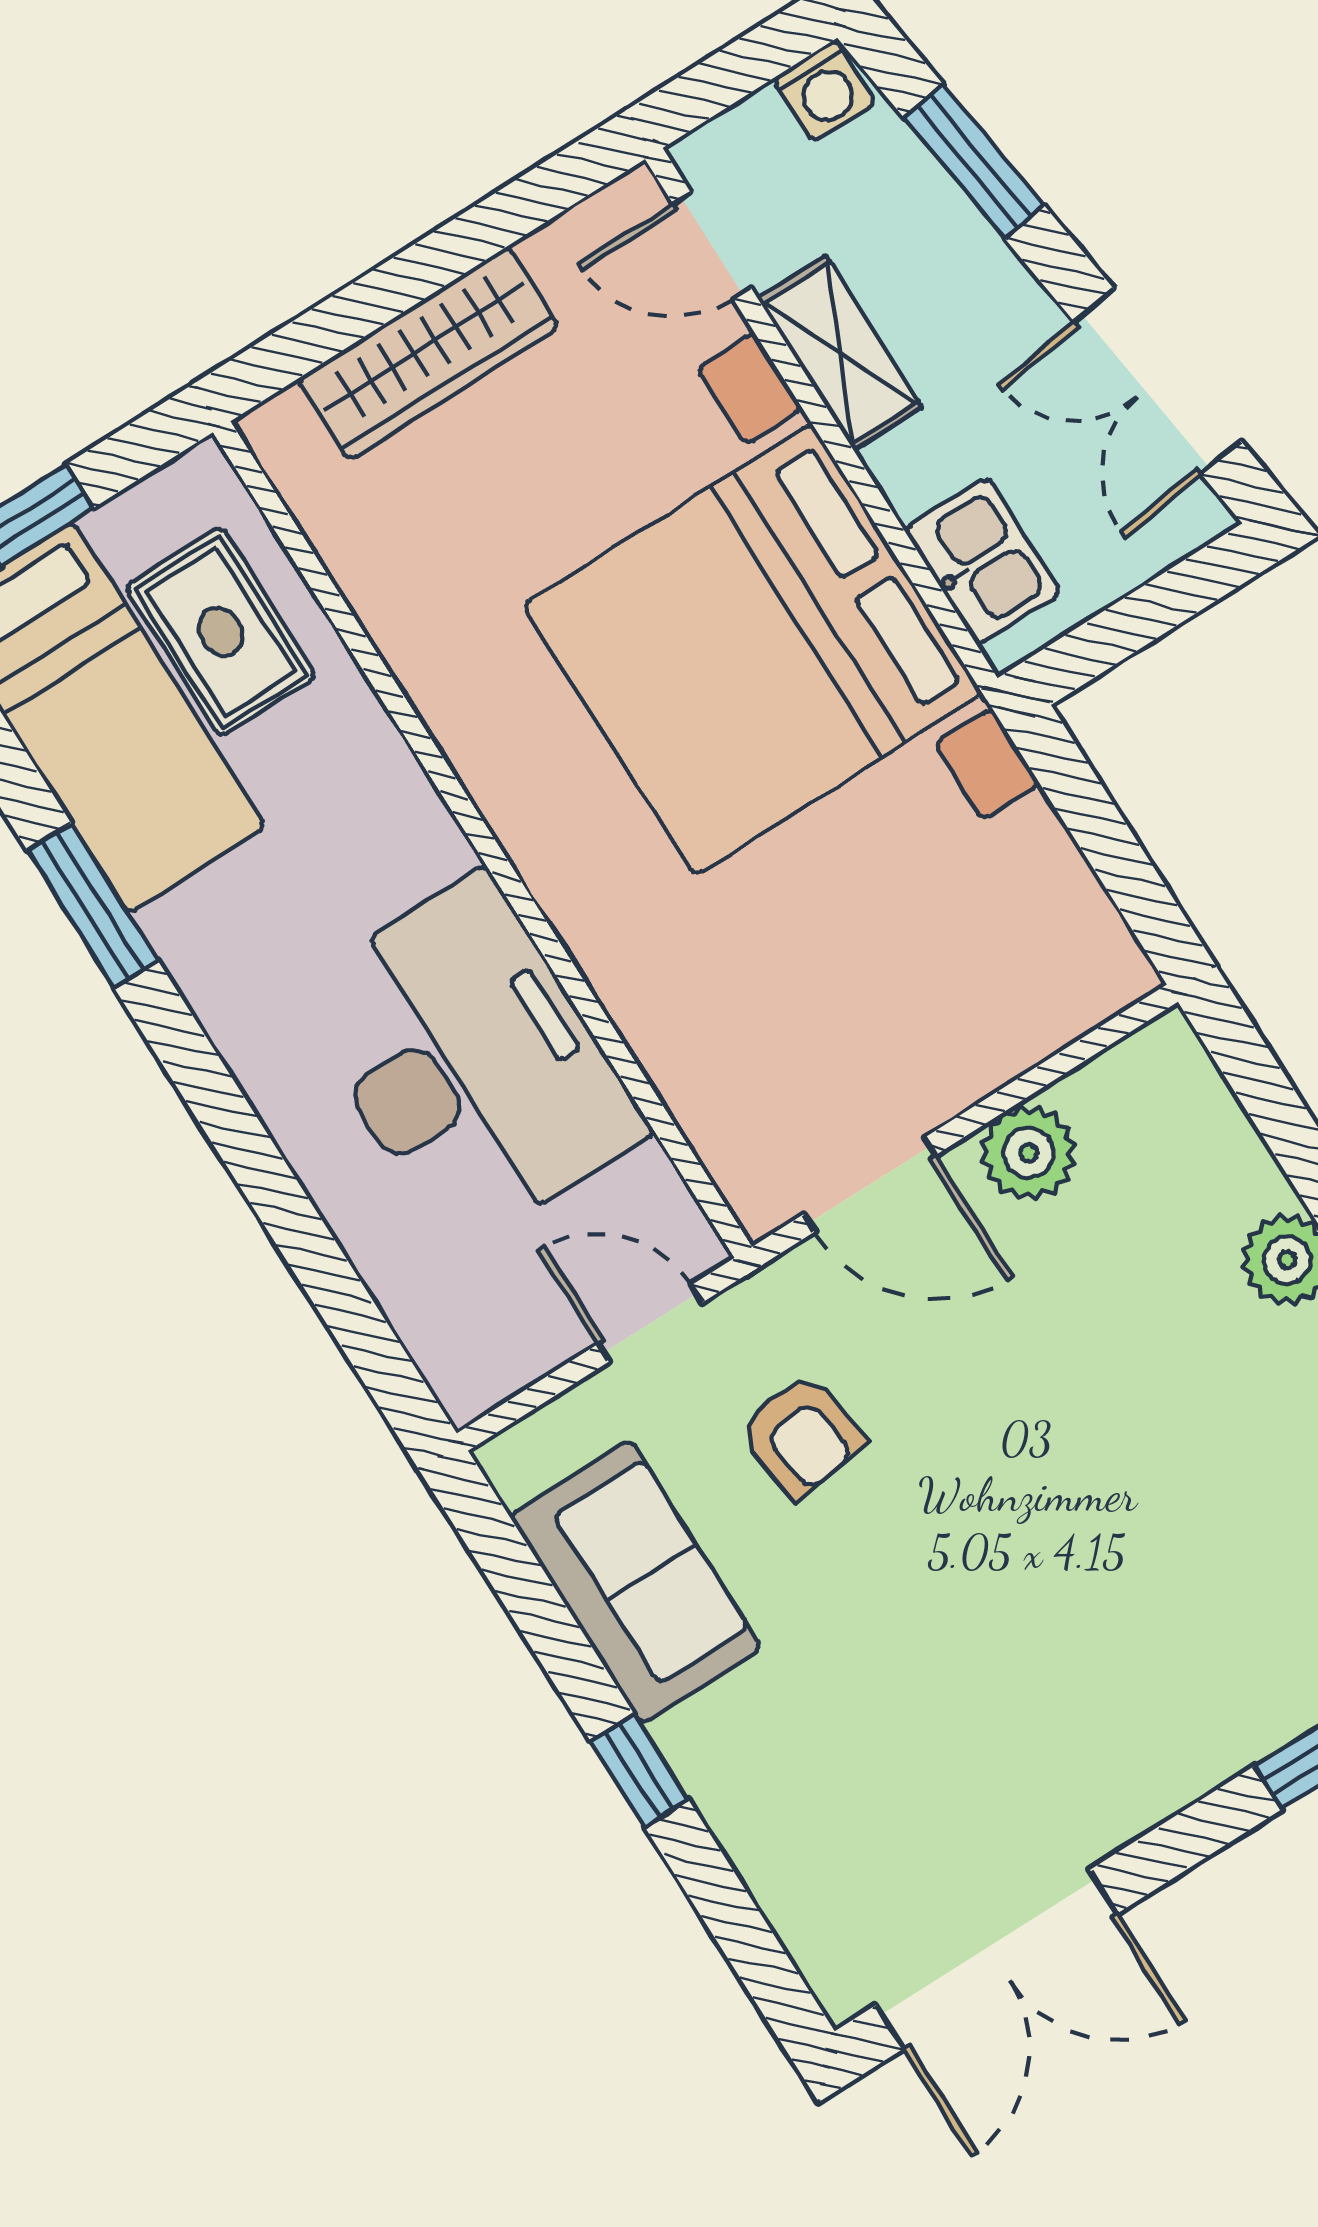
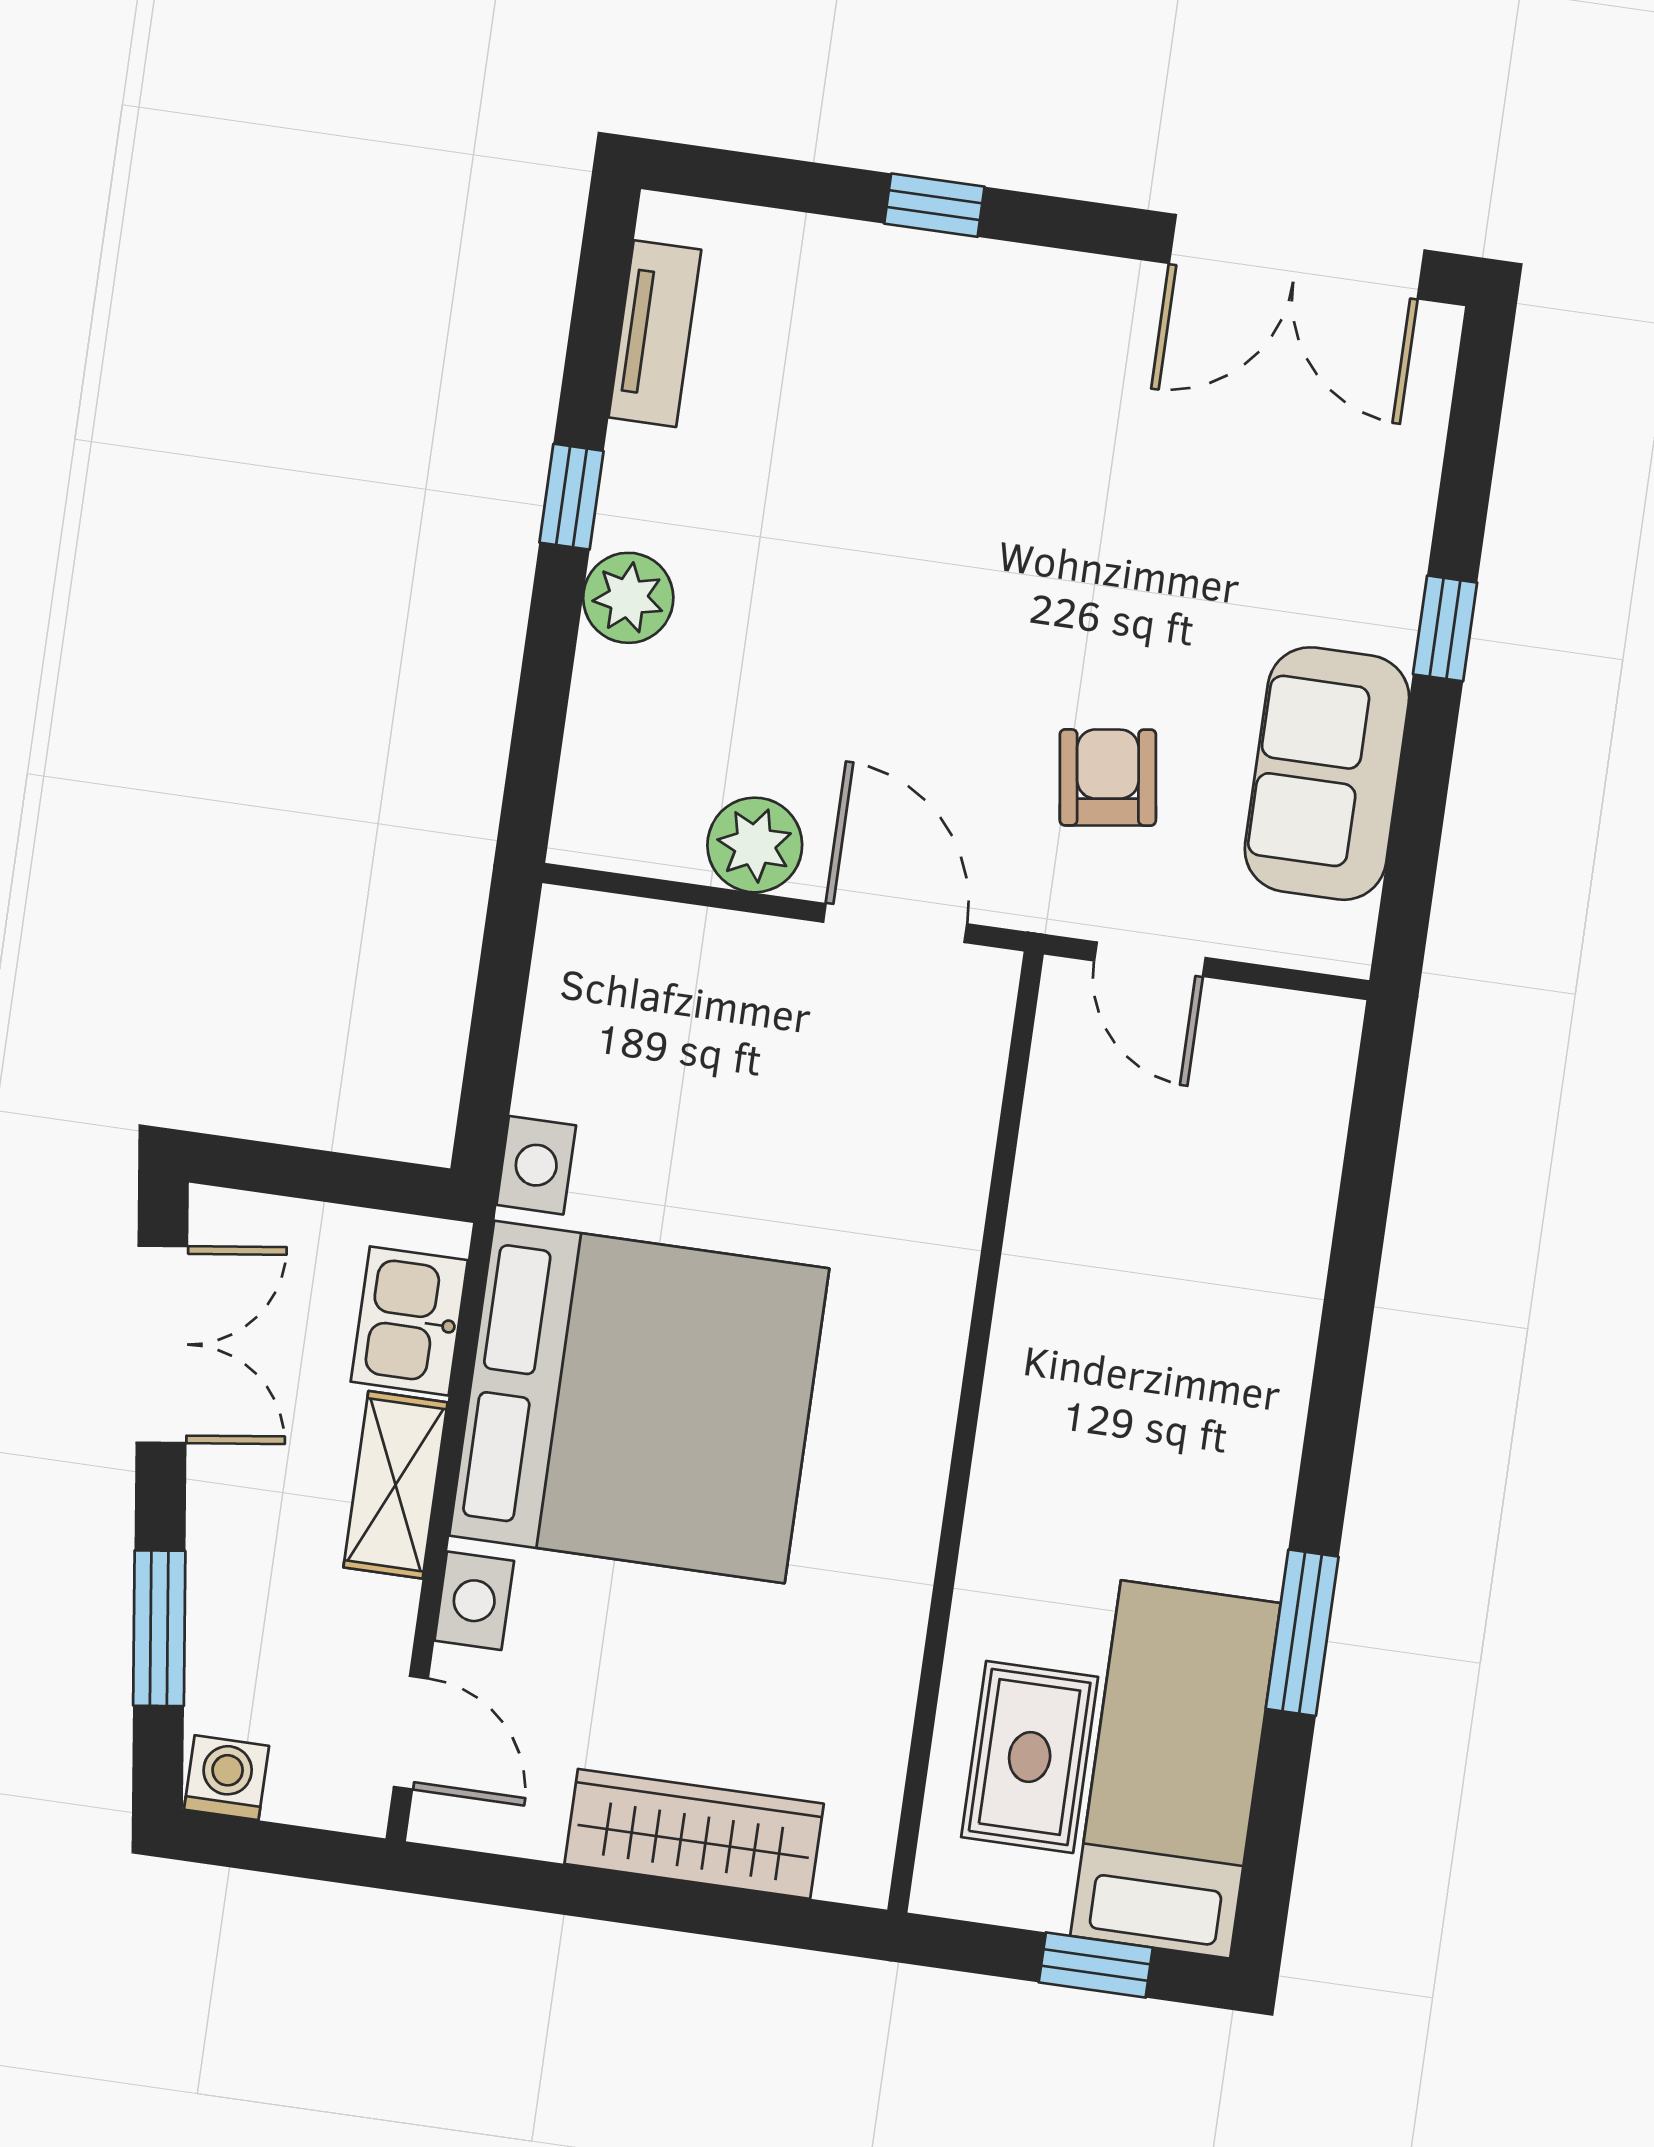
shelving: (840, 353) -> (396, 1485), moved
desk: (470, 1062) -> (1118, 1272), removed
double door: (997, 1959) -> (1297, 257), swing flipped

